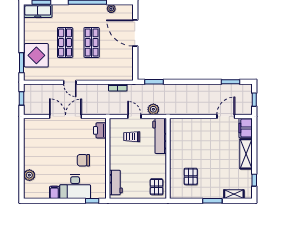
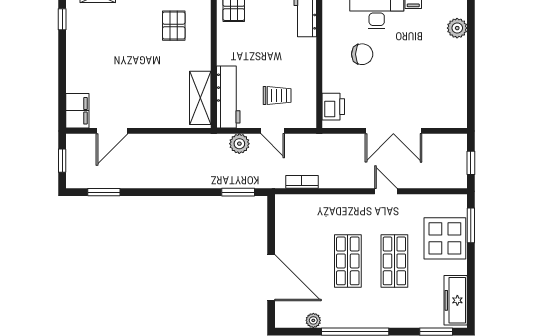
freezer: (38, 11) -> (456, 300), moved, turned -90
shelving: (246, 154) -> (200, 98), moved

